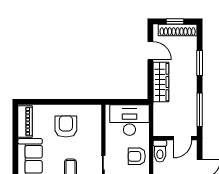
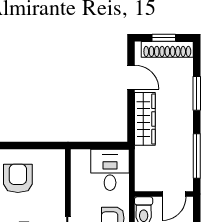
desk: (129, 120) -> (110, 170), width x0.73

